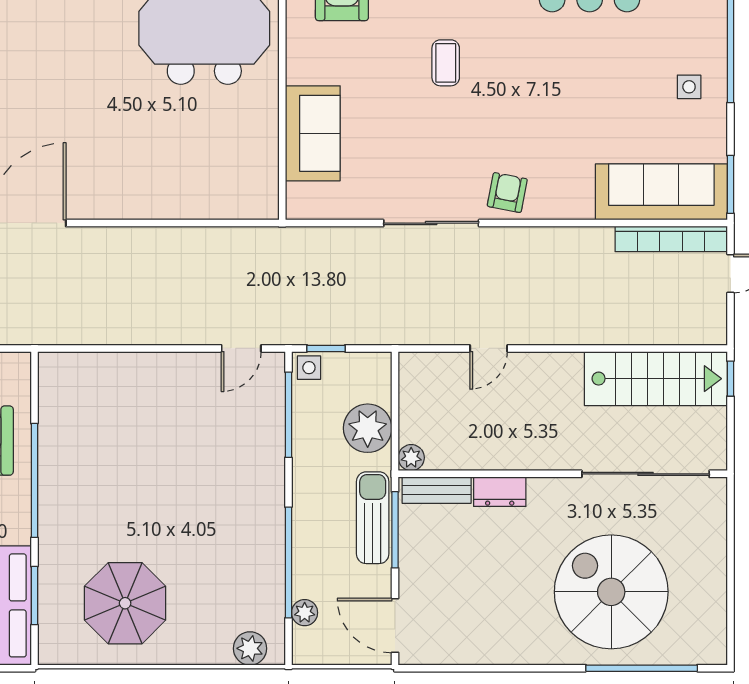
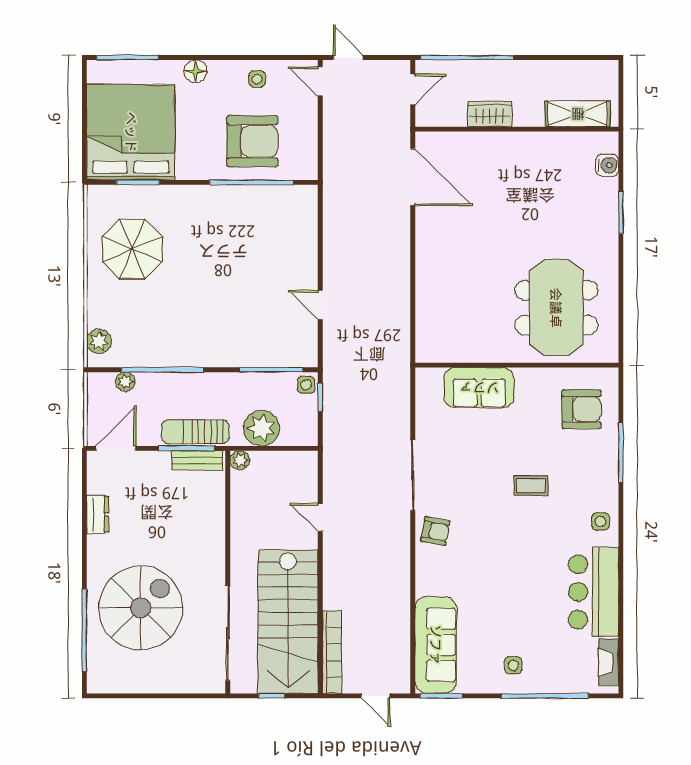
bookcase: (671, 239) -> (332, 652), moved, turned 180
door: (241, 348) -> (320, 305), moved
stairs: (656, 379) -> (288, 622), width x1.36, depth x1.51
window: (730, 379) -> (272, 696), moved
window: (34, 480) -> (251, 182), moved
bench: (437, 490) -> (197, 460), moved, turned 90
dresser: (500, 492) -> (98, 514), moved, turned 180
sun lounger: (373, 518) -> (195, 432), turned 180

